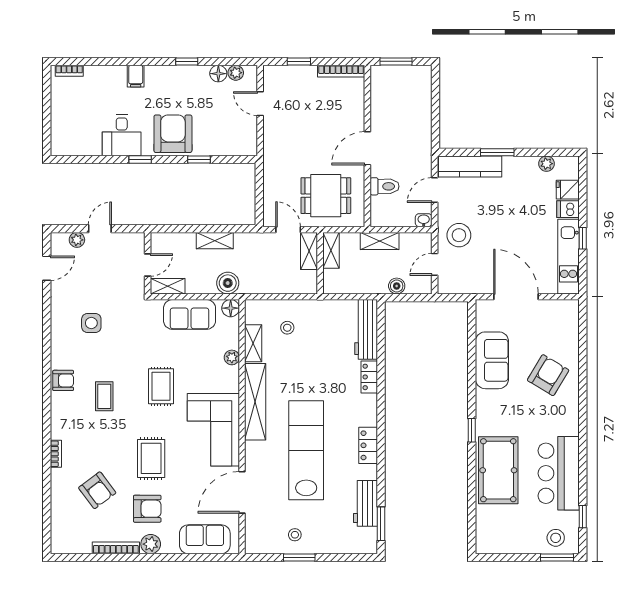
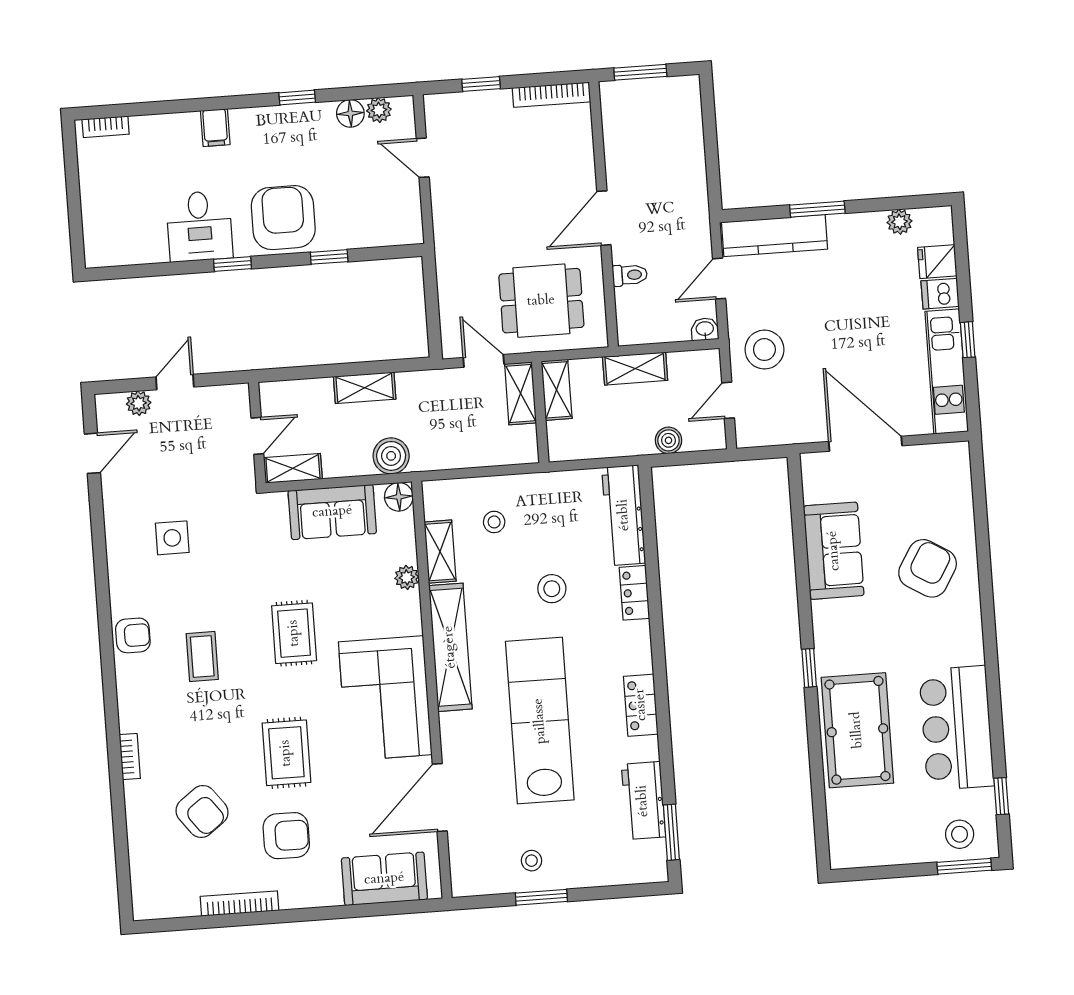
toilet: (385, 186) -> (630, 275), width x0.73, depth x0.72
stool: (319, 371) -> (552, 589), added
plant: (151, 544) -> (296, 893), removed

